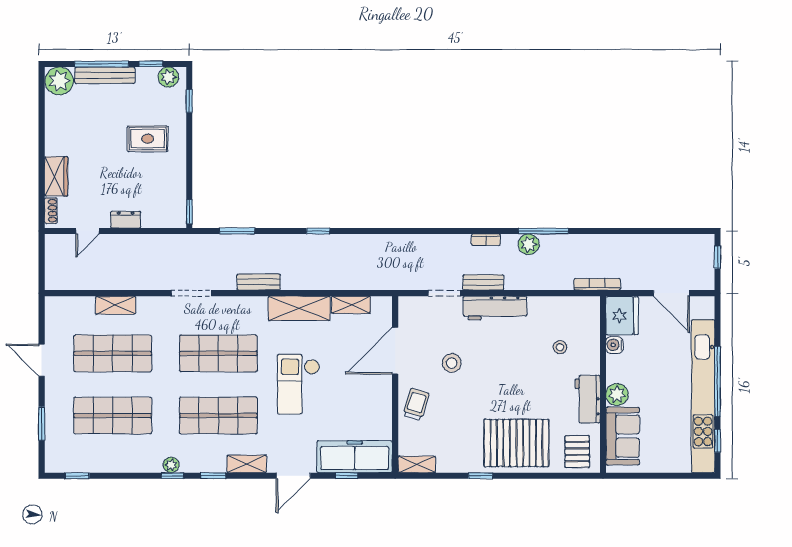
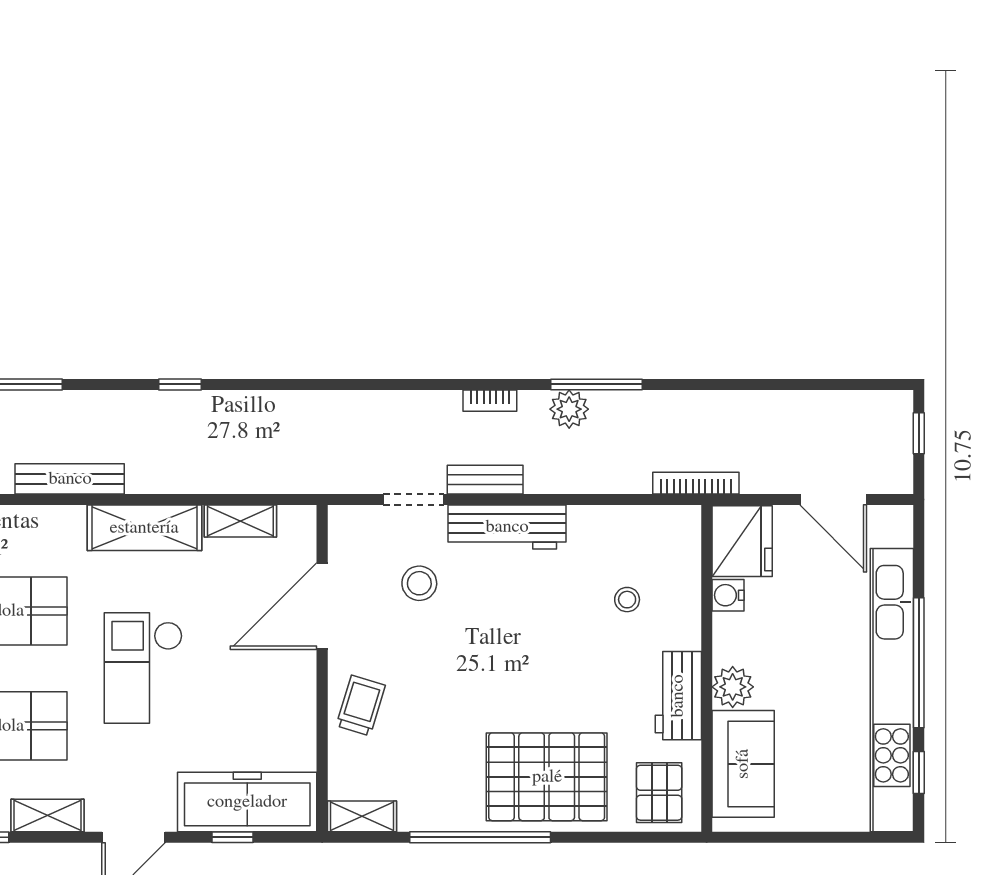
bench: (259, 282) -> (70, 479), width x1.36
stool: (452, 363) -> (419, 583), moved
window: (481, 476) -> (480, 837), width x3.17

